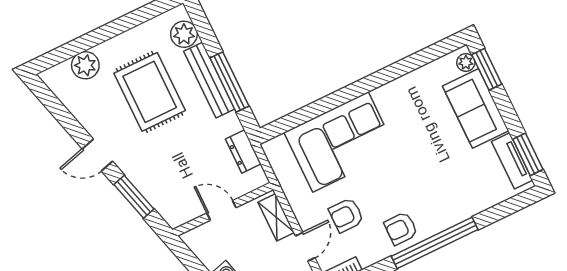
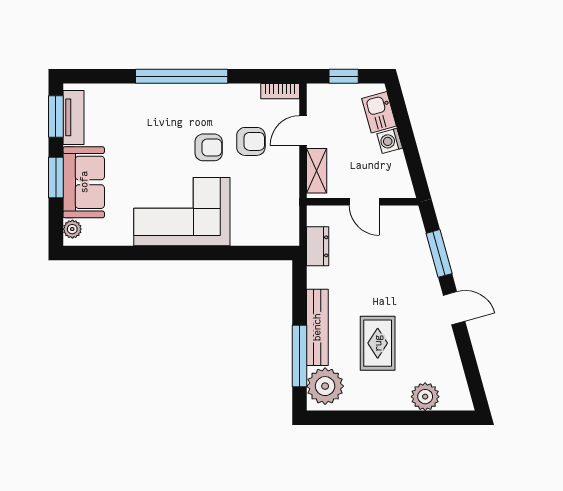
plant: (184, 34) -> (325, 386), width x1.36, depth x1.36
window: (487, 69) -> (56, 178), moved
window: (229, 82) -> (299, 356), moved
rug: (150, 92) -> (378, 343), width x0.73, depth x0.70
corner sofa: (340, 142) -> (182, 212), moved
armchair: (401, 228) -> (209, 147), moved

